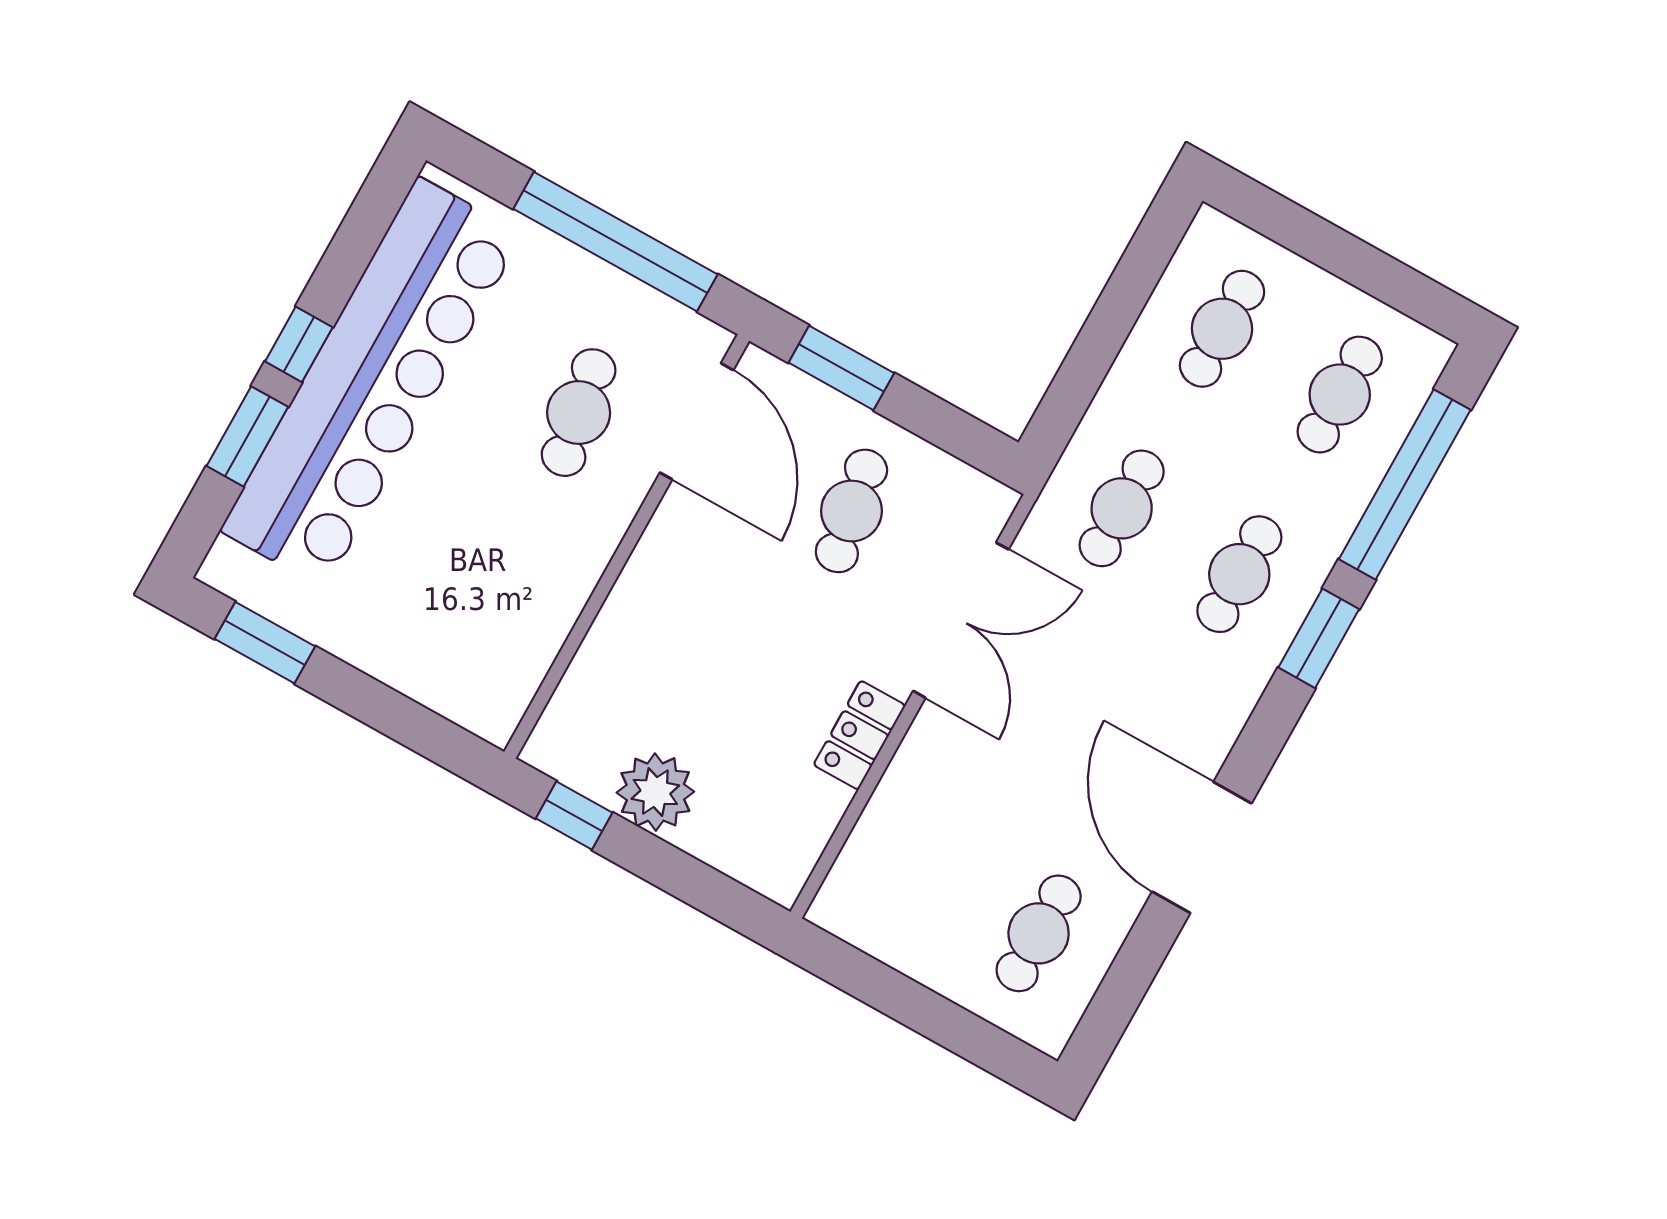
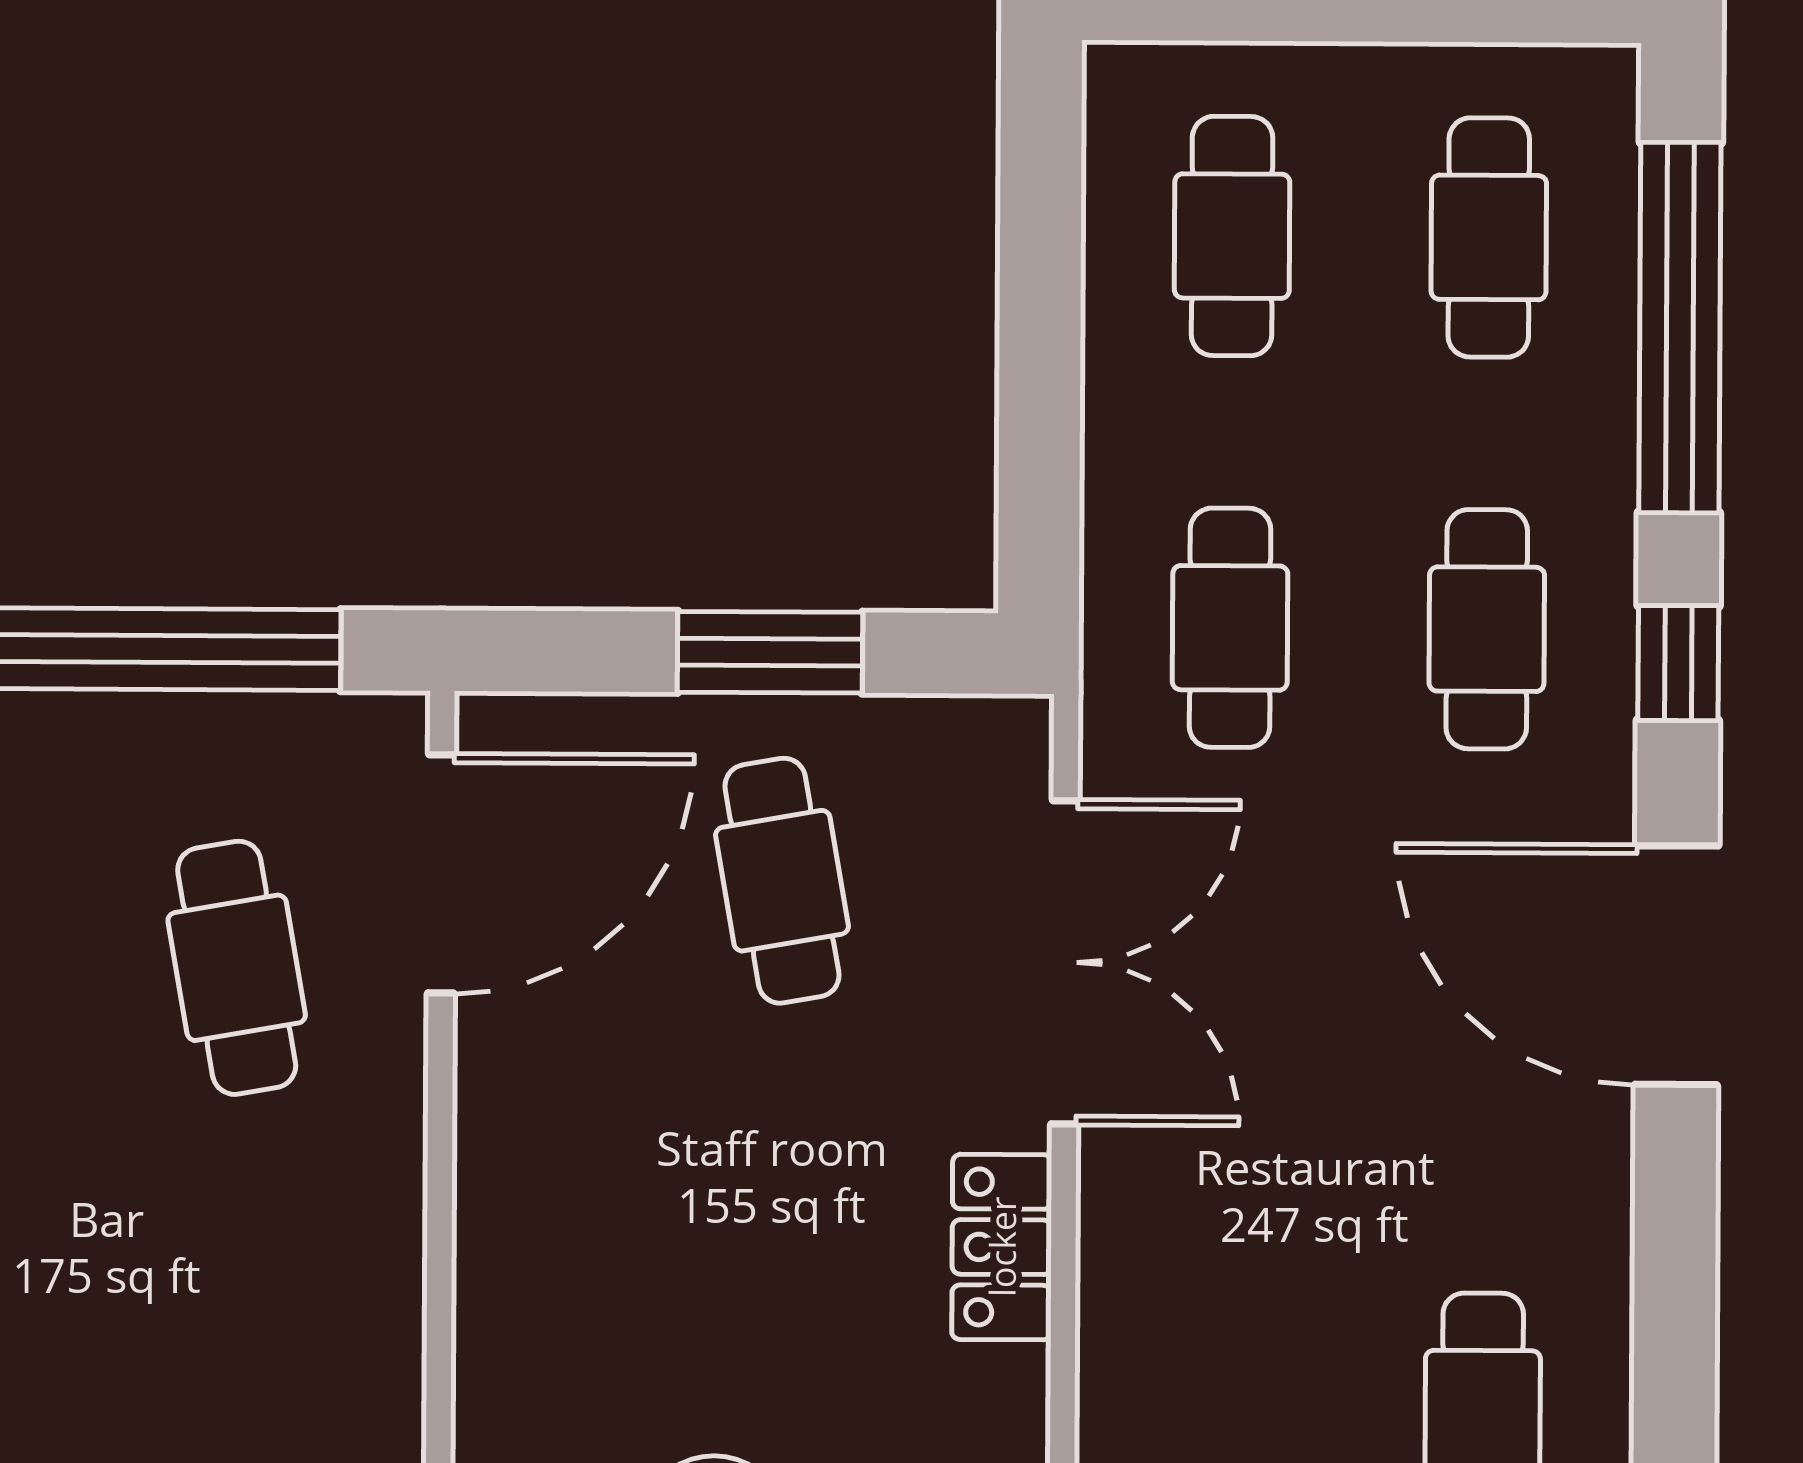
window: (841, 368) -> (770, 652), moved
door: (697, 421) -> (441, 874), hinge flipped
window: (1319, 638) -> (1678, 663), width x0.67
door: (1202, 847) -> (1677, 965), moved

